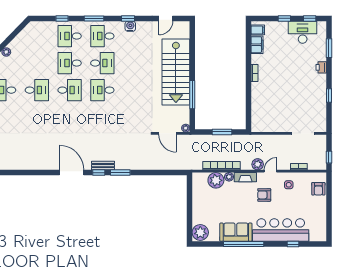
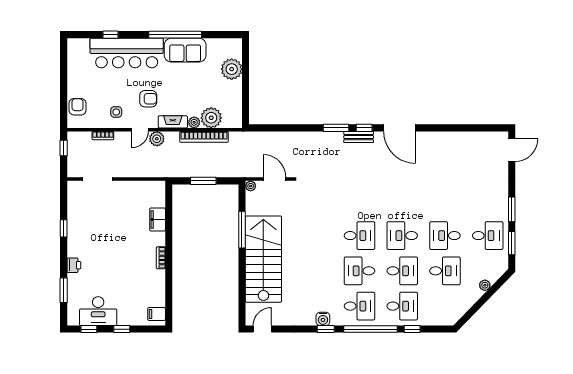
window: (94, 18) -> (370, 329), width x2.11
door: (166, 18) -> (262, 329), moved
filing cabinet: (257, 45) -> (158, 220), moved
desk: (37, 63) -> (445, 271), added
plant: (200, 232) -> (232, 69), moved

